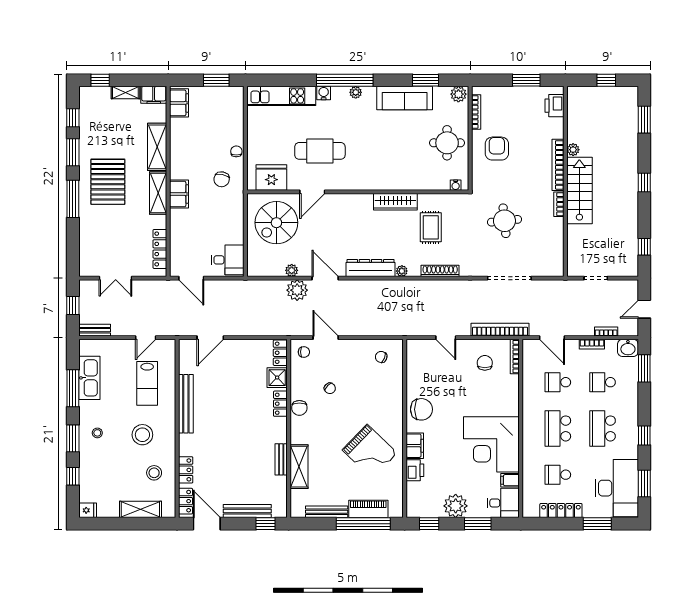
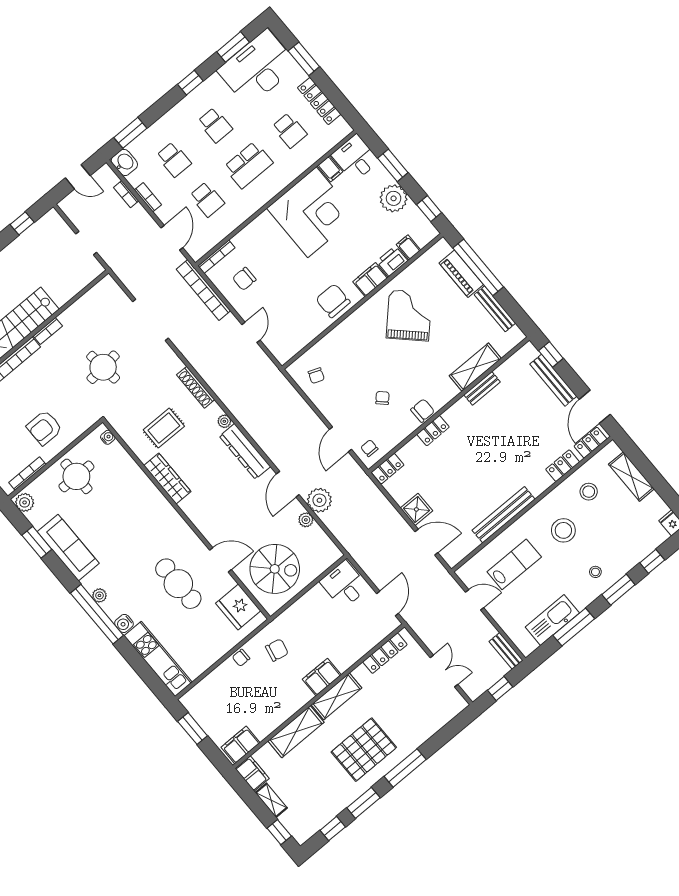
shower: (277, 378) -> (416, 509), moved
school desk: (603, 428) -> (215, 125), width x0.54
filing cabinet: (415, 489) -> (408, 247), added

